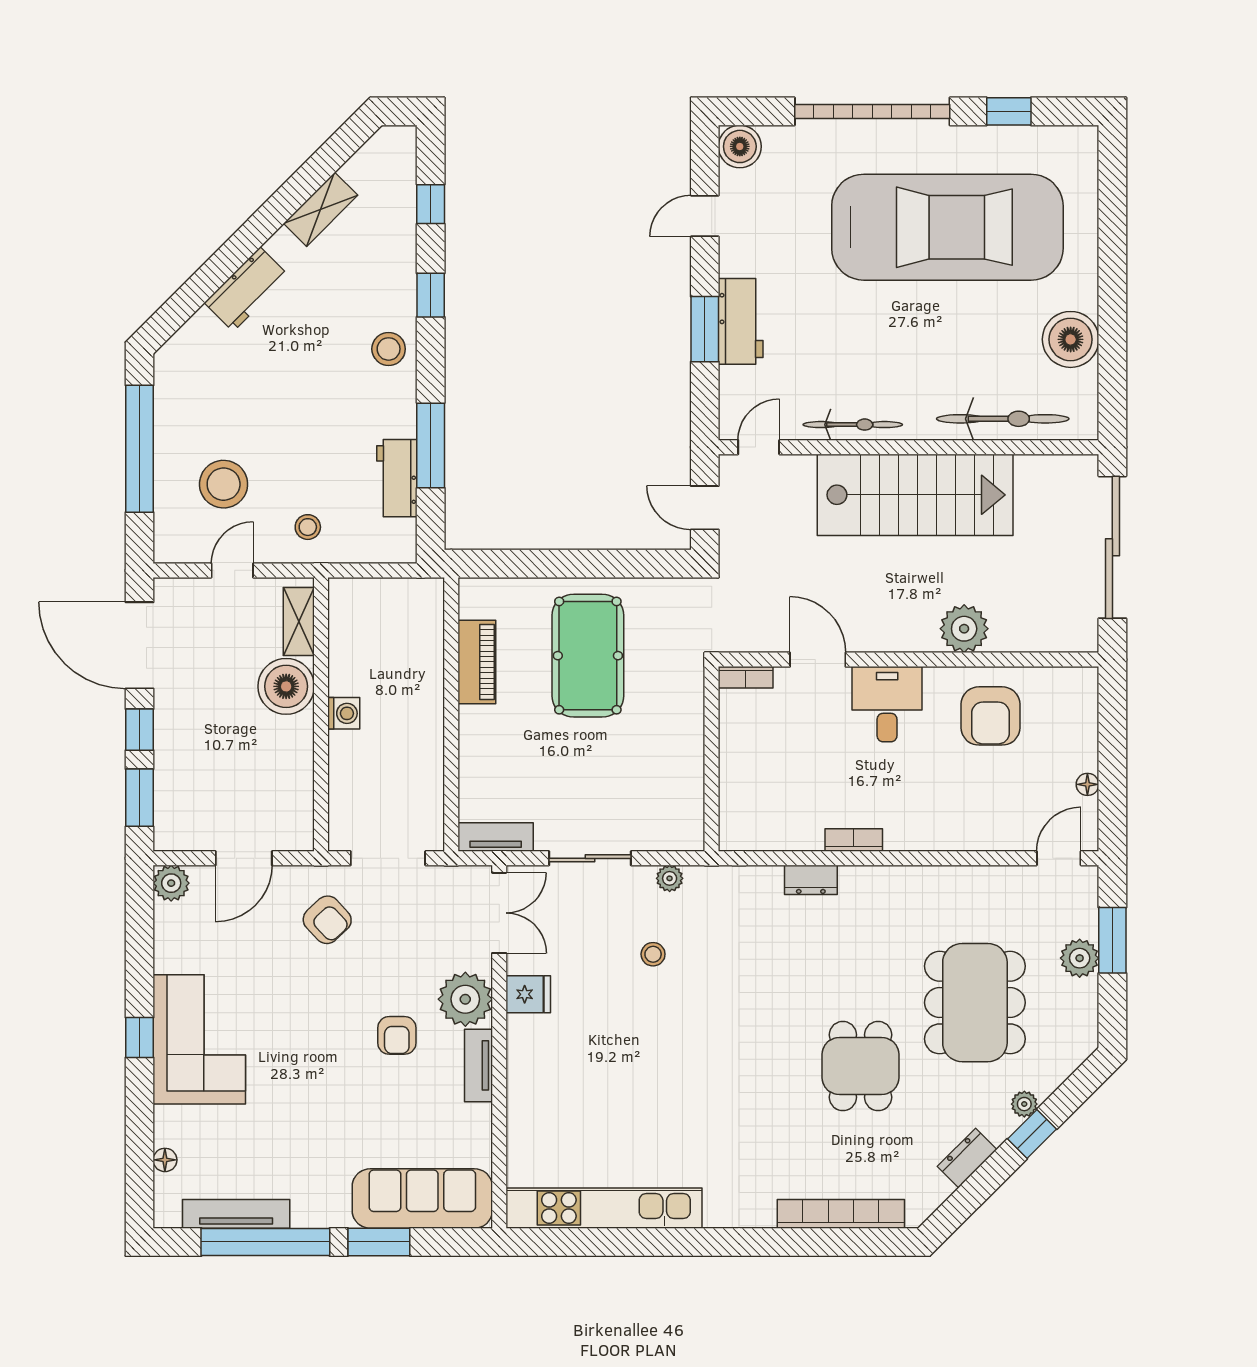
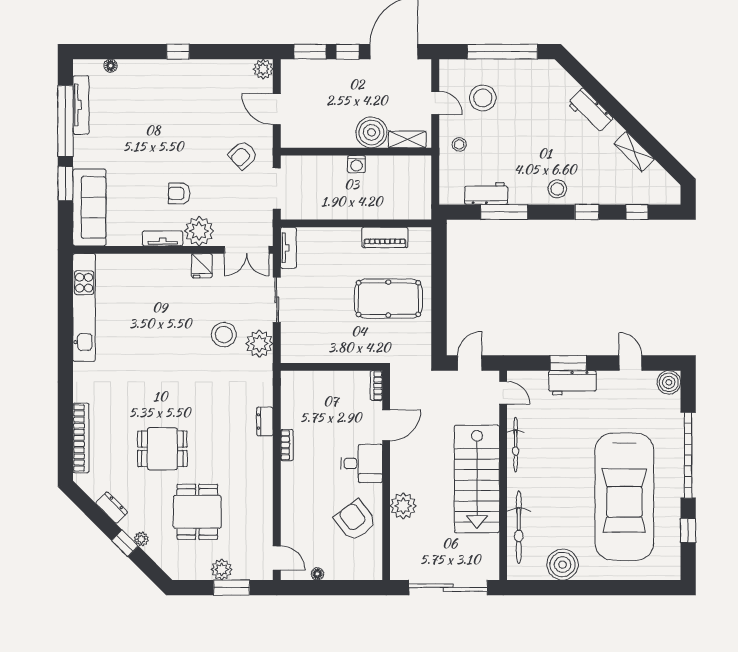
armchair: (990, 716) -> (355, 520), turned 53
plant: (670, 878) -> (259, 344), width x1.88, depth x1.88
stool: (653, 954) -> (224, 335), width x1.89, depth x1.89
dining table: (975, 1003) -> (197, 512), width x0.73
corner sofa: (199, 1039) -> (177, 85), removed

